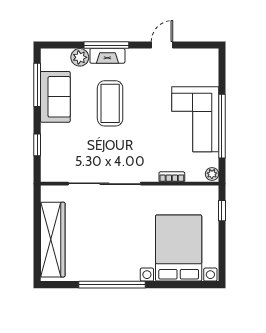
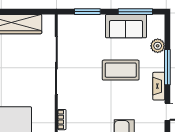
fireplace: (107, 56) -> (159, 86), moved
window: (37, 145) -> (87, 12), width x1.50

